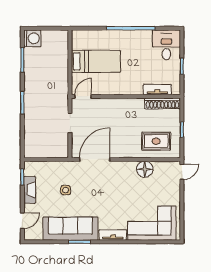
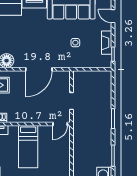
bed: (96, 61) -> (28, 147), moved, turned -90
door: (95, 159) -> (39, 69), moved
door: (22, 221) -> (113, 16), hinge flipped

